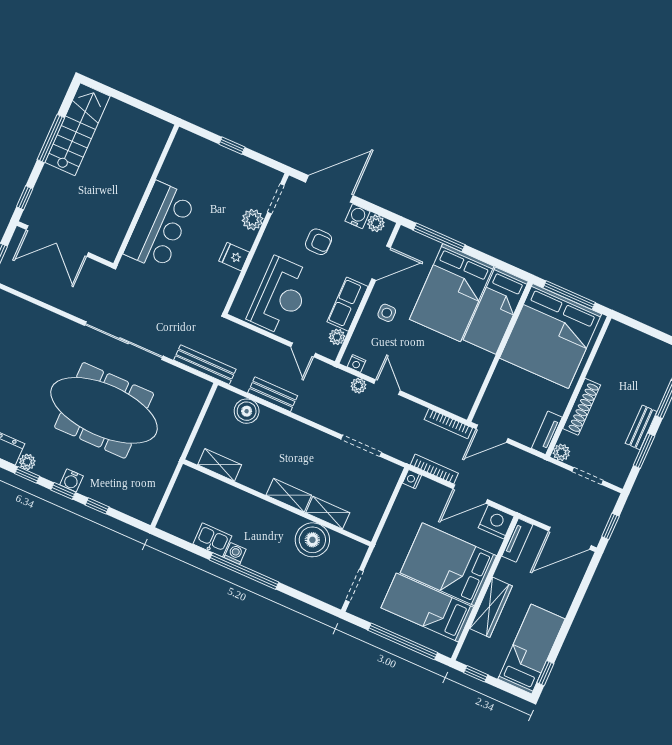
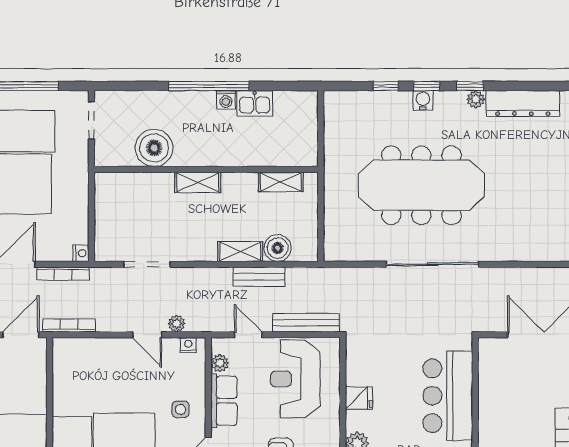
bench: (205, 365) -> (306, 323), moved
shelving: (328, 513) -> (240, 252), moved

